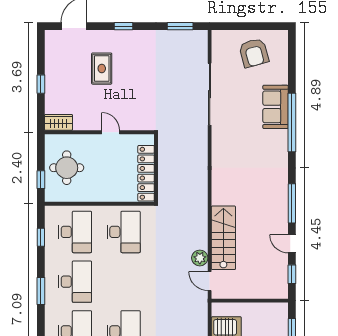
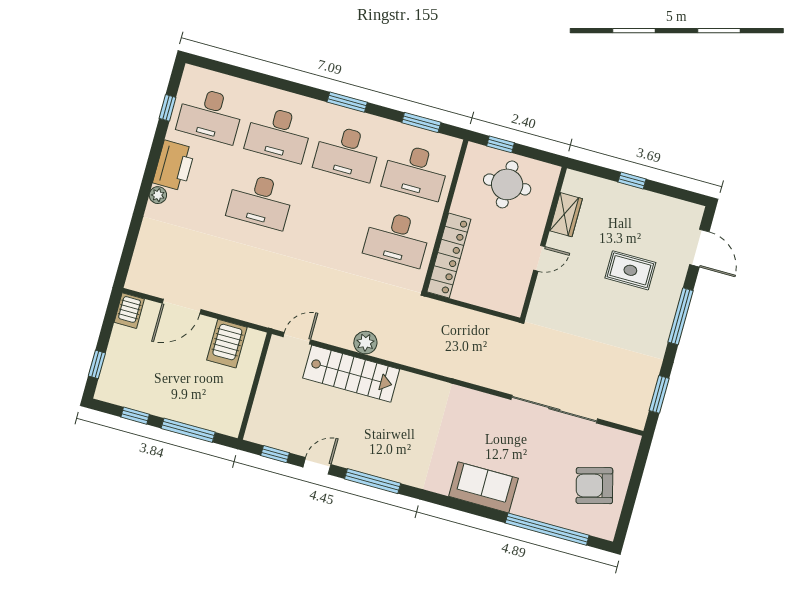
window: (123, 26) -> (681, 316), width x2.17
sofa: (276, 107) -> (483, 487), moved
wardrobe: (59, 122) -> (566, 215), moved
window: (292, 123) -> (547, 529), moved
locker: (146, 173) -> (449, 255), moved, turned 90
window: (41, 237) -> (421, 123), width x1.50
plant: (200, 258) -> (365, 343), moved

